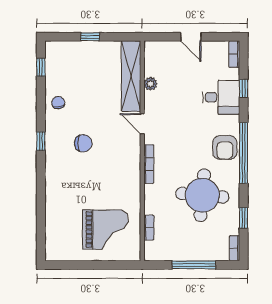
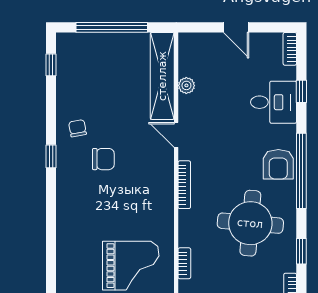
window: (90, 37) -> (112, 27), width x3.17
chair: (58, 103) -> (77, 128), moved

